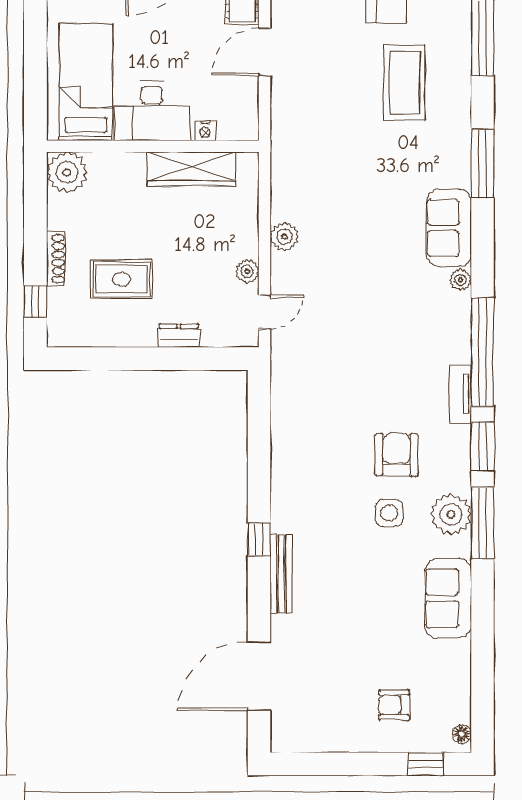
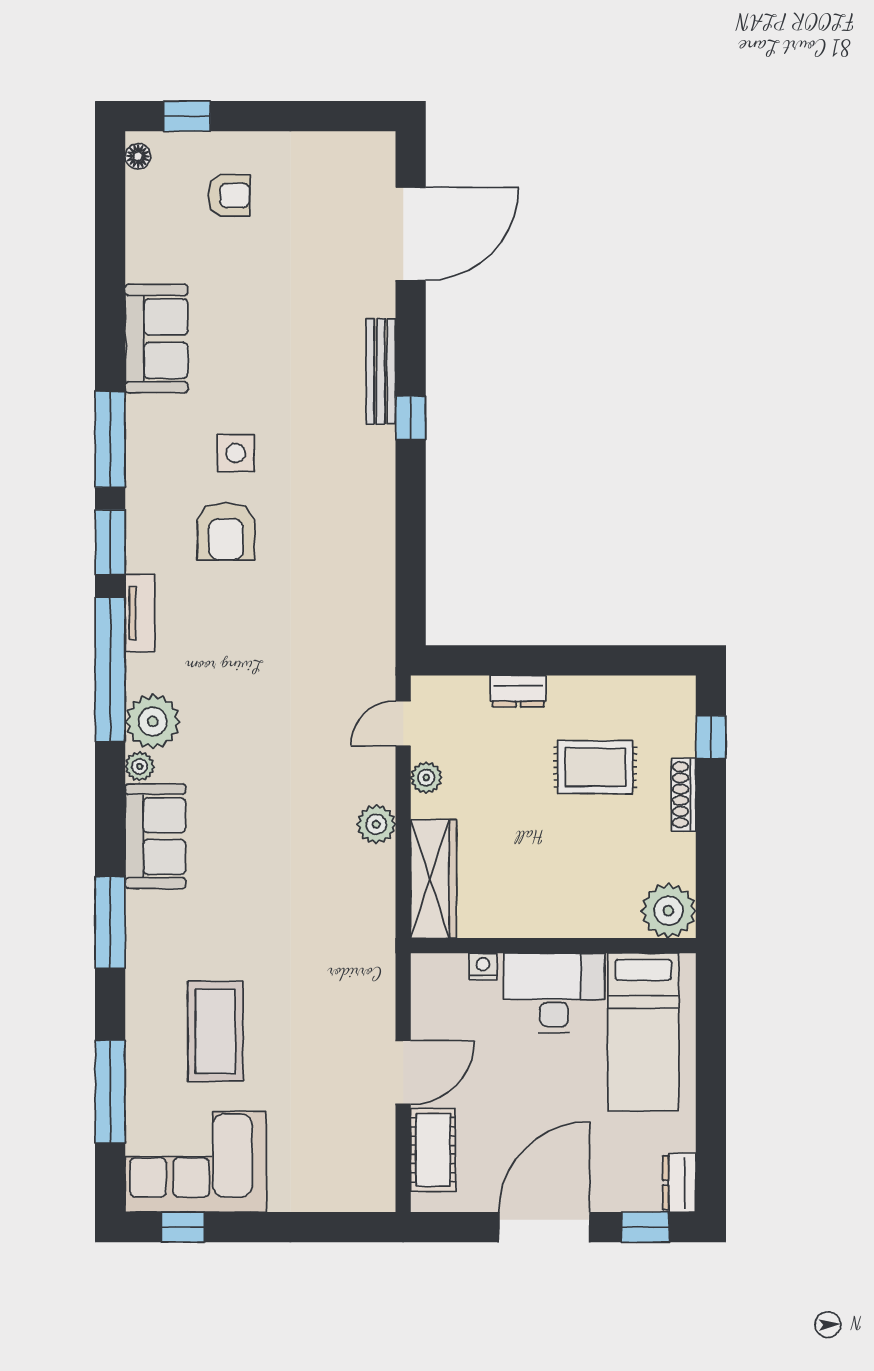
wardrobe: (192, 169) -> (433, 879), moved, turned 90
plant: (451, 514) -> (153, 721), moved

